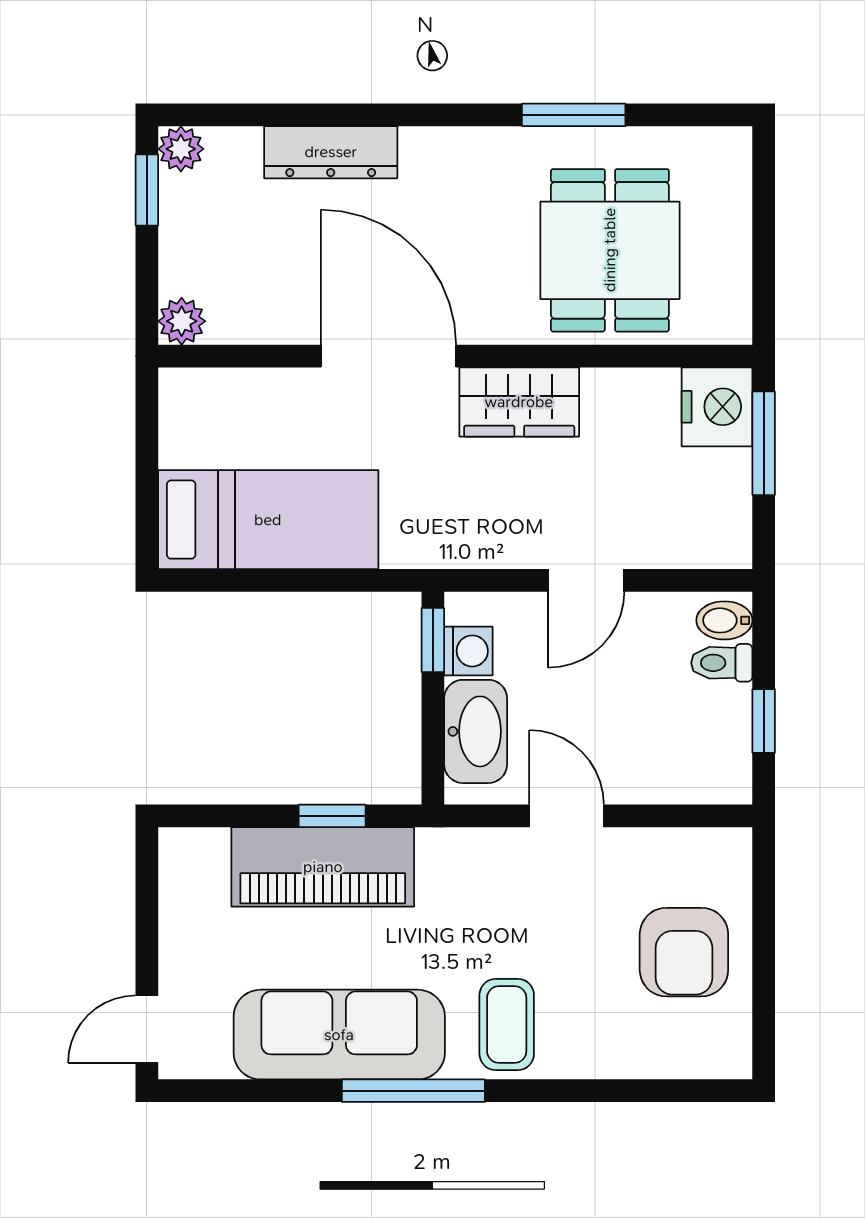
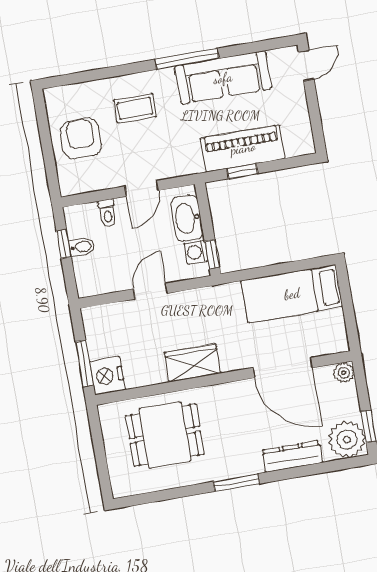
window: (574, 115) -> (237, 483), moved
plant: (181, 149) -> (347, 440), width x1.87, depth x1.87
dining table: (610, 250) -> (165, 435), turned 90
door: (388, 356) -> (283, 368), moved
bidet: (724, 620) -> (82, 247), moved
toilet: (722, 663) -> (107, 213), moved, turned 90
door: (566, 816) -> (142, 188), hinge flipped
coffee table: (507, 1024) -> (135, 108), moved, turned 90

